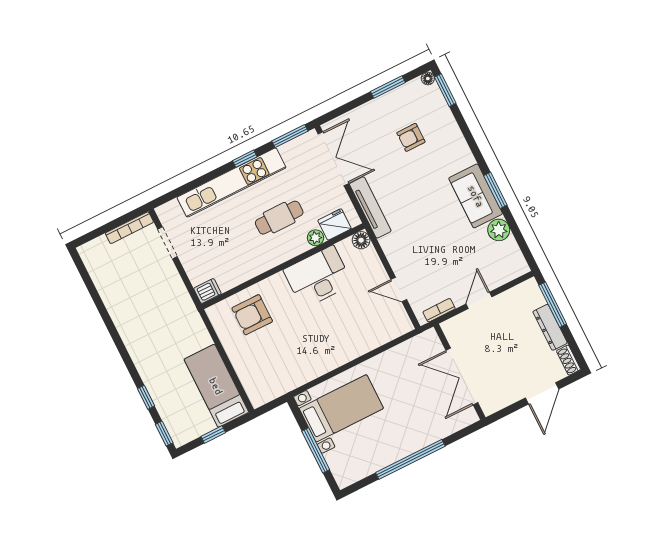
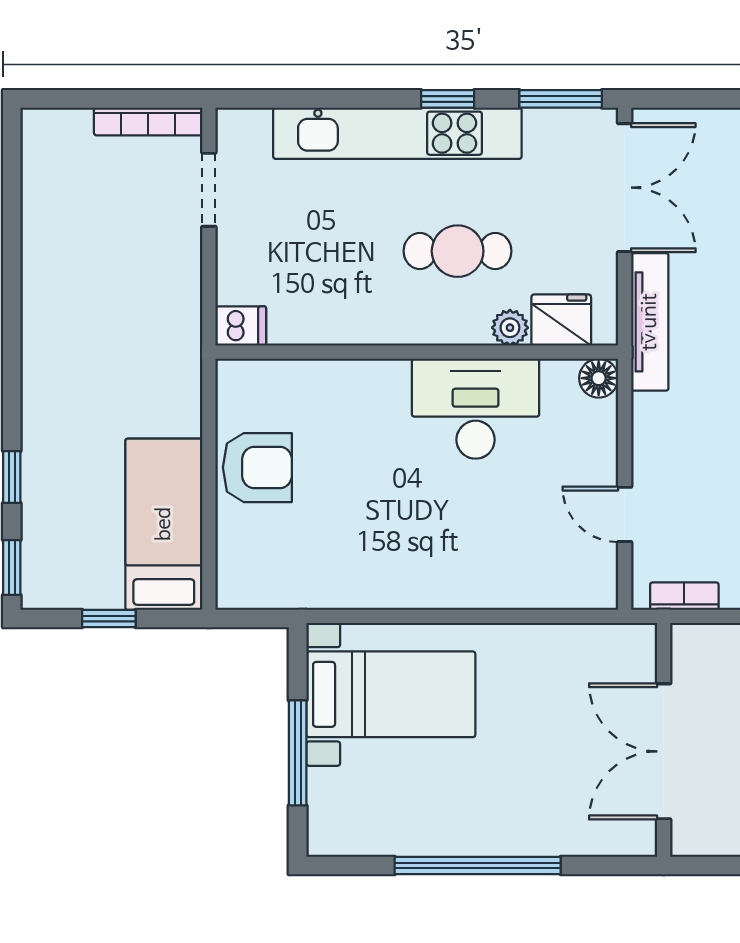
armchair: (252, 315) -> (257, 468), moved, turned 180

